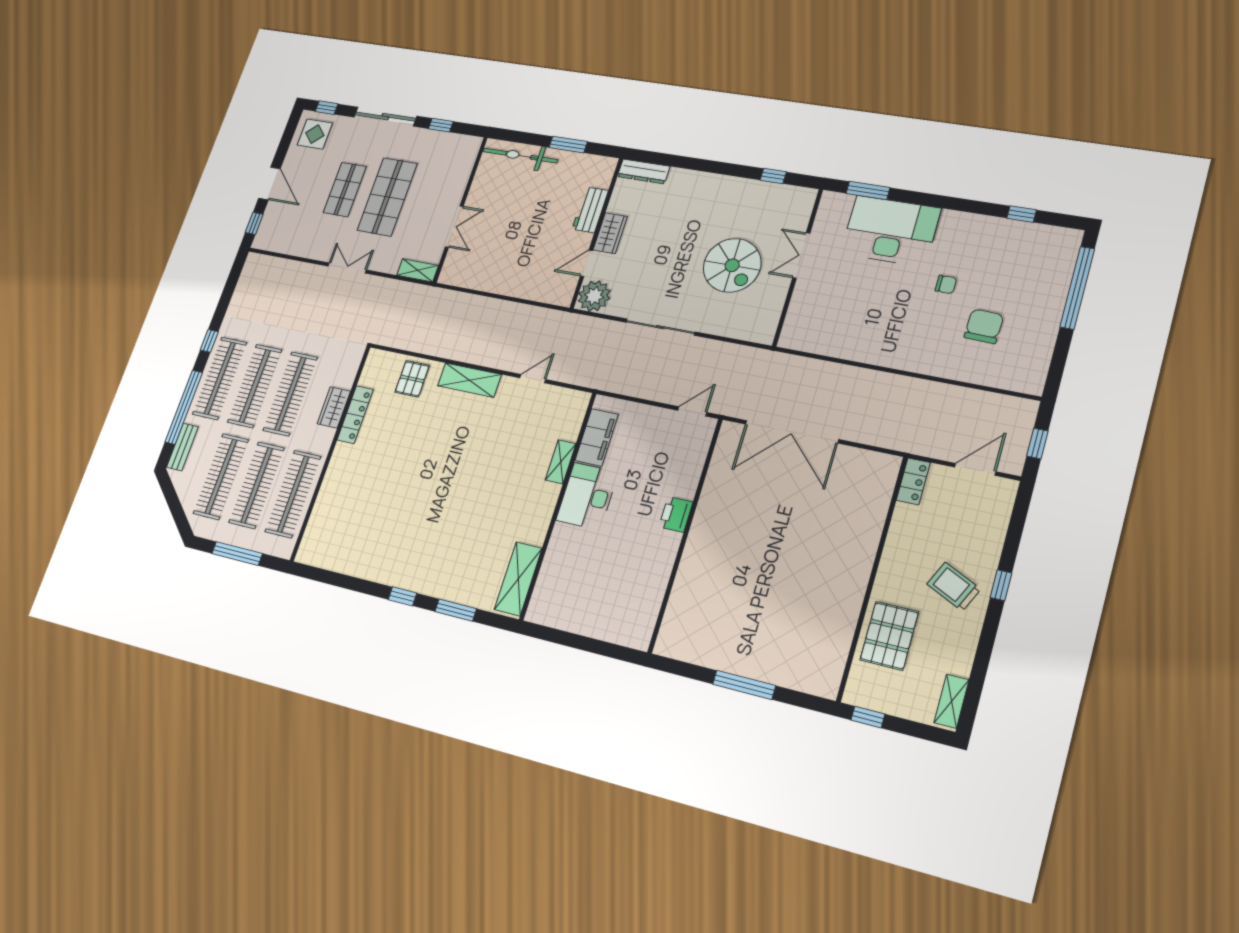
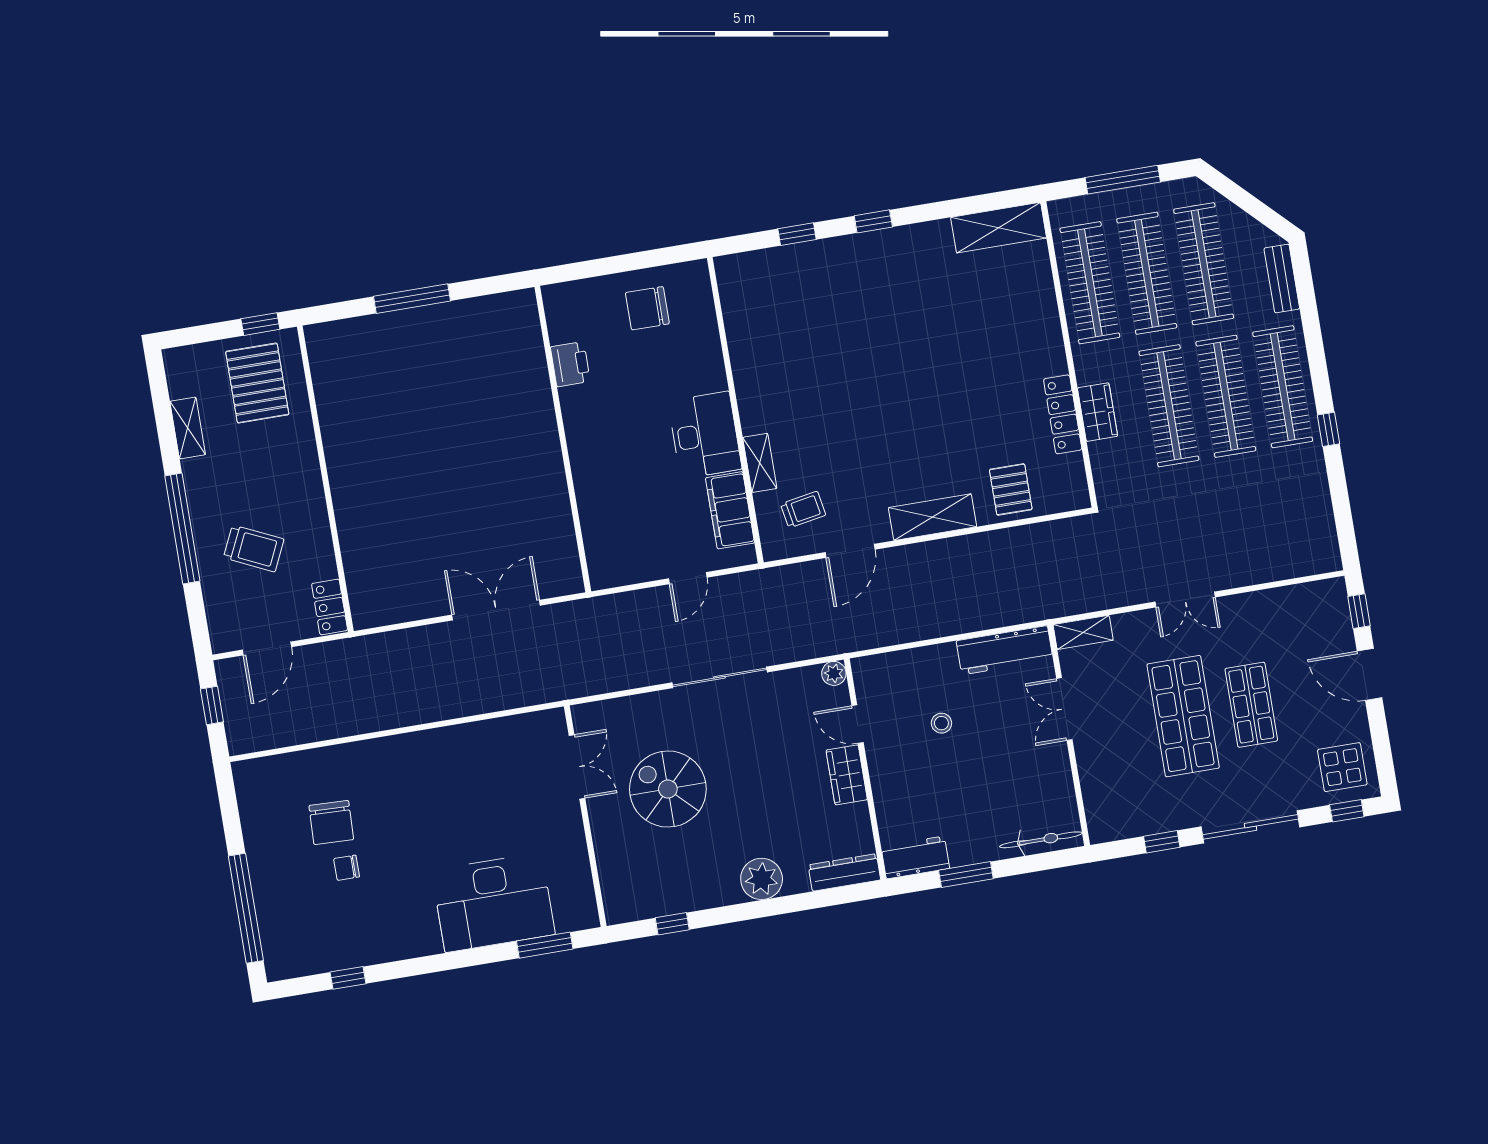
bicycle: (520, 156) -> (1041, 840), width x0.73, depth x0.71
plant: (699, 185) -> (762, 879), added
workbench: (590, 210) -> (915, 857), moved, turned -90
stool: (533, 245) -> (941, 723), added
double door: (801, 255) -> (577, 767), moved
door: (586, 263) -> (858, 724), swing flipped
workbench: (470, 277) -> (1005, 650), added
chair: (946, 284) -> (347, 868), moved
plant: (594, 296) -> (834, 673), width x0.53, depth x0.53
door: (533, 379) -> (850, 551), width x1.38
window: (184, 407) -> (1312, 330), removed
door: (692, 411) -> (688, 578), moved
trolley: (549, 418) -> (803, 510), added
double door: (792, 432) -> (496, 610), width x0.73
printer: (676, 514) -> (570, 364), moved
shelving: (518, 579) -> (999, 228), moved, turned 90
window: (1001, 585) -> (182, 529), width x3.17
trolley: (954, 587) -> (254, 548), moved
chair: (581, 603) -> (647, 308), added
window: (456, 610) -> (797, 234), width x0.67
pallet: (889, 636) -> (257, 383), moved
shelving: (951, 701) -> (188, 428), moved

